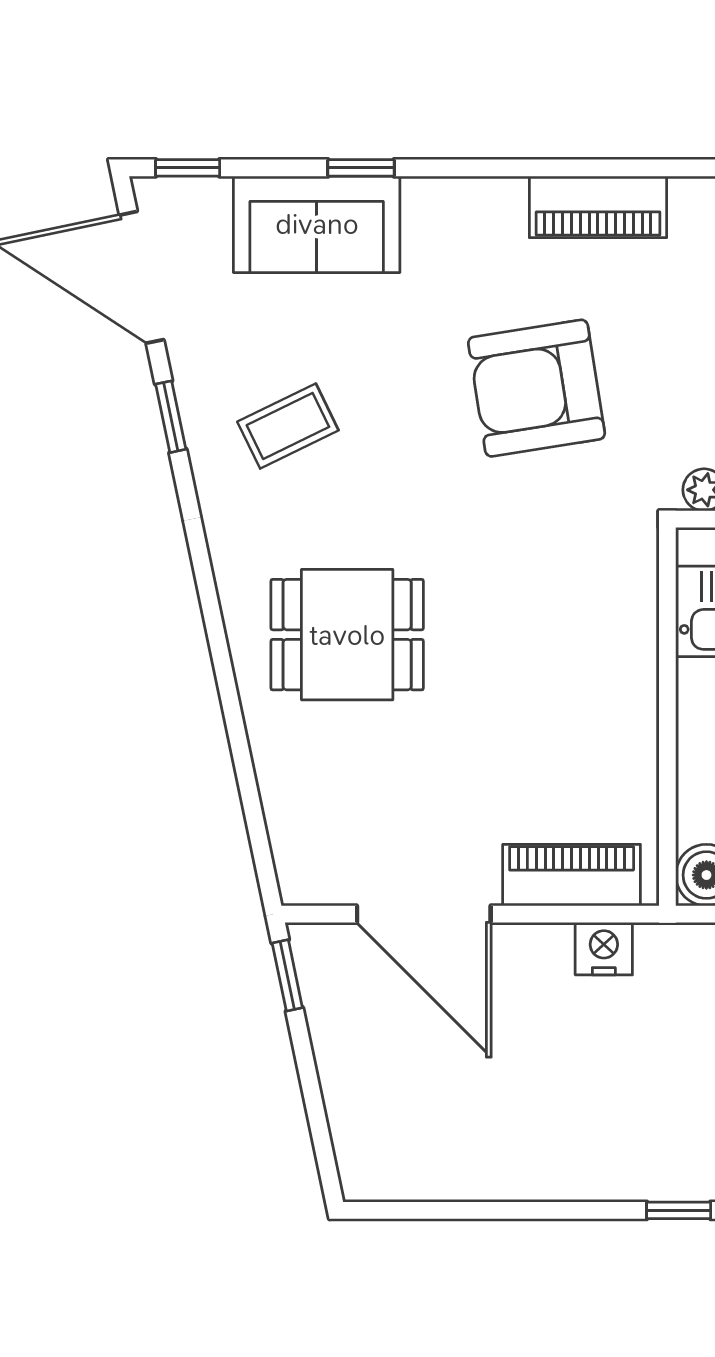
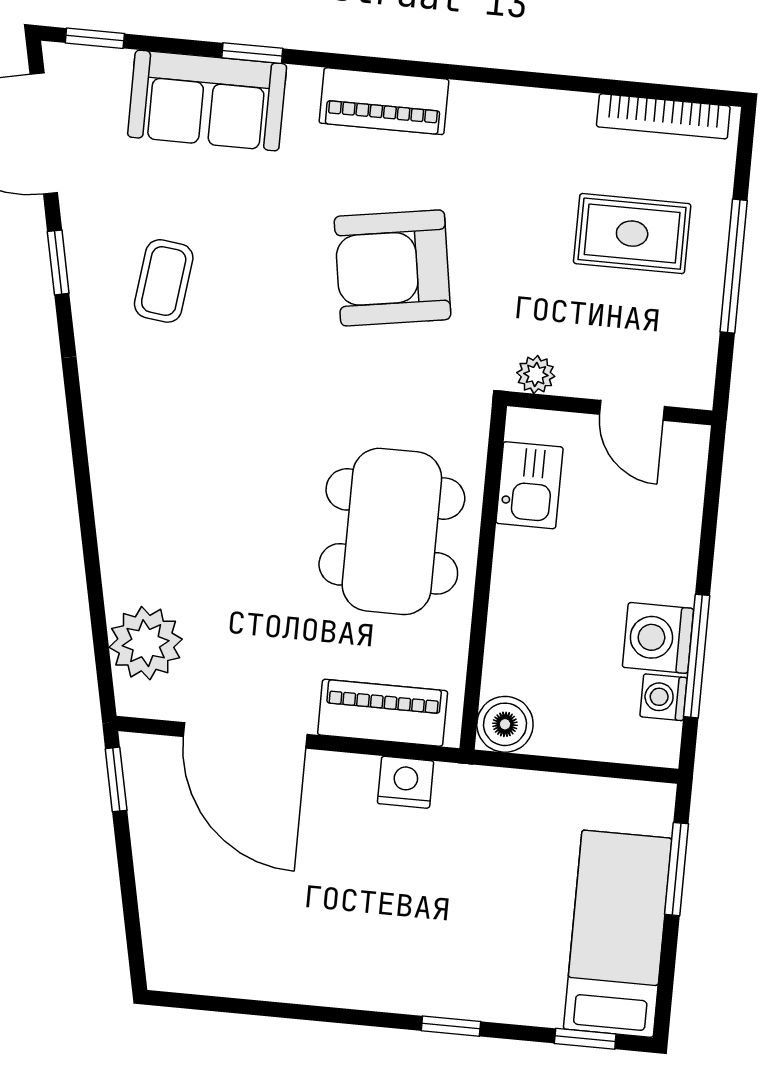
piano: (598, 207) -> (384, 101), moved
coffee table: (288, 426) -> (164, 281), turned -57
dining table: (347, 635) -> (392, 531), moved, width x1.38
plant: (306, 823) -> (146, 643), added

